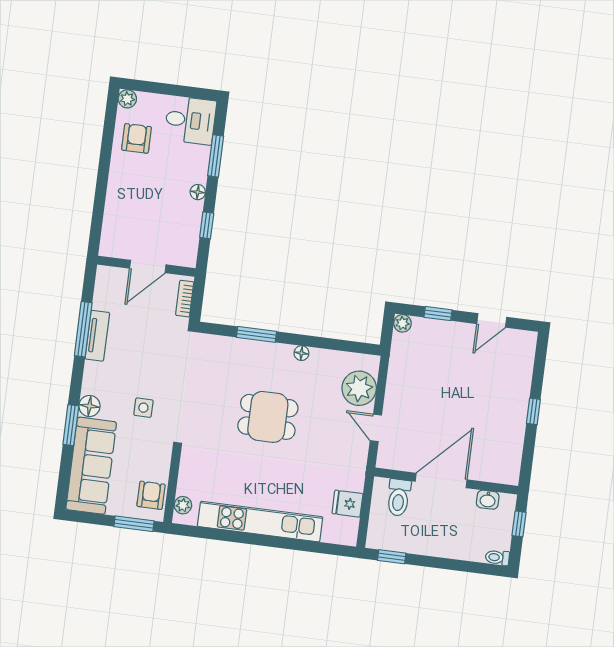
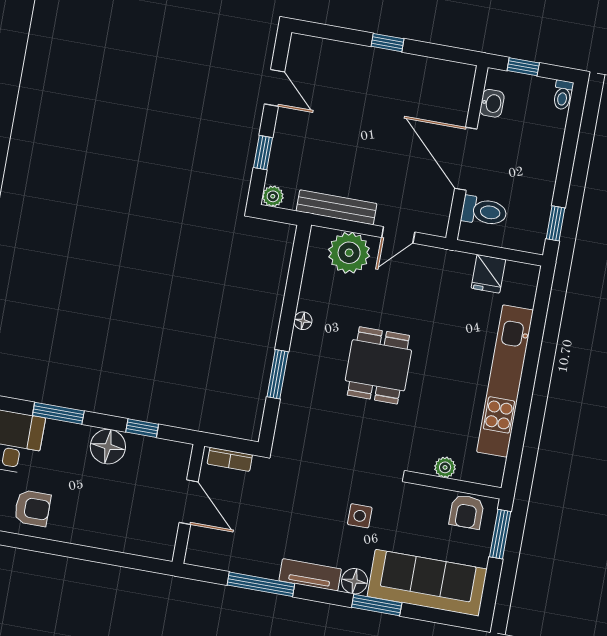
armchair: (137, 138) -> (32, 508), turned 180
floor lamp: (198, 192) -> (108, 447), width x1.89, depth x1.89
tv unit: (97, 336) -> (310, 575), moved
bench: (396, 376) -> (336, 207), added
armchair: (151, 495) -> (467, 512), turned -90
plant: (183, 505) -> (445, 467), moved

